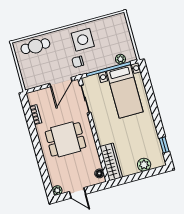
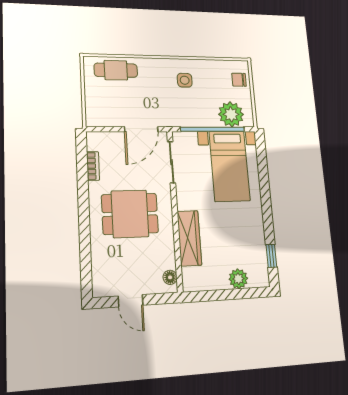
side table: (83, 40) -> (185, 80), width x0.54, depth x0.54
plant: (120, 59) -> (231, 114), width x1.87, depth x1.87
chair: (78, 62) -> (239, 80), moved
wardrobe: (111, 162) -> (189, 238), moved
plant: (57, 190) -> (99, 290), removed

